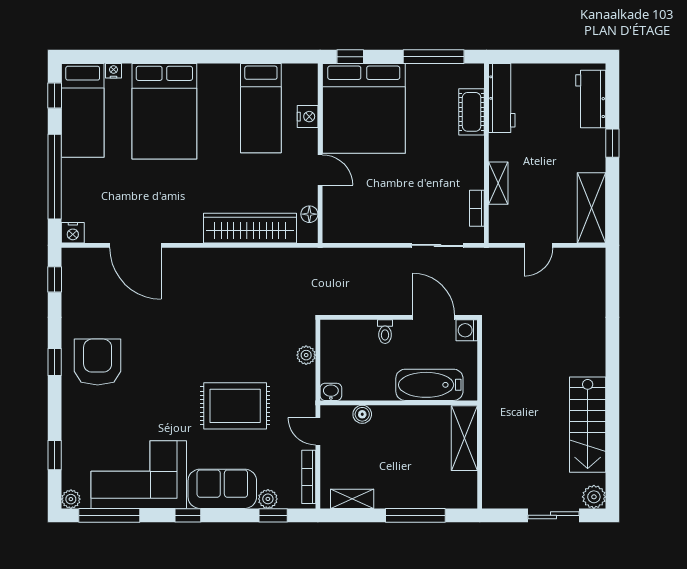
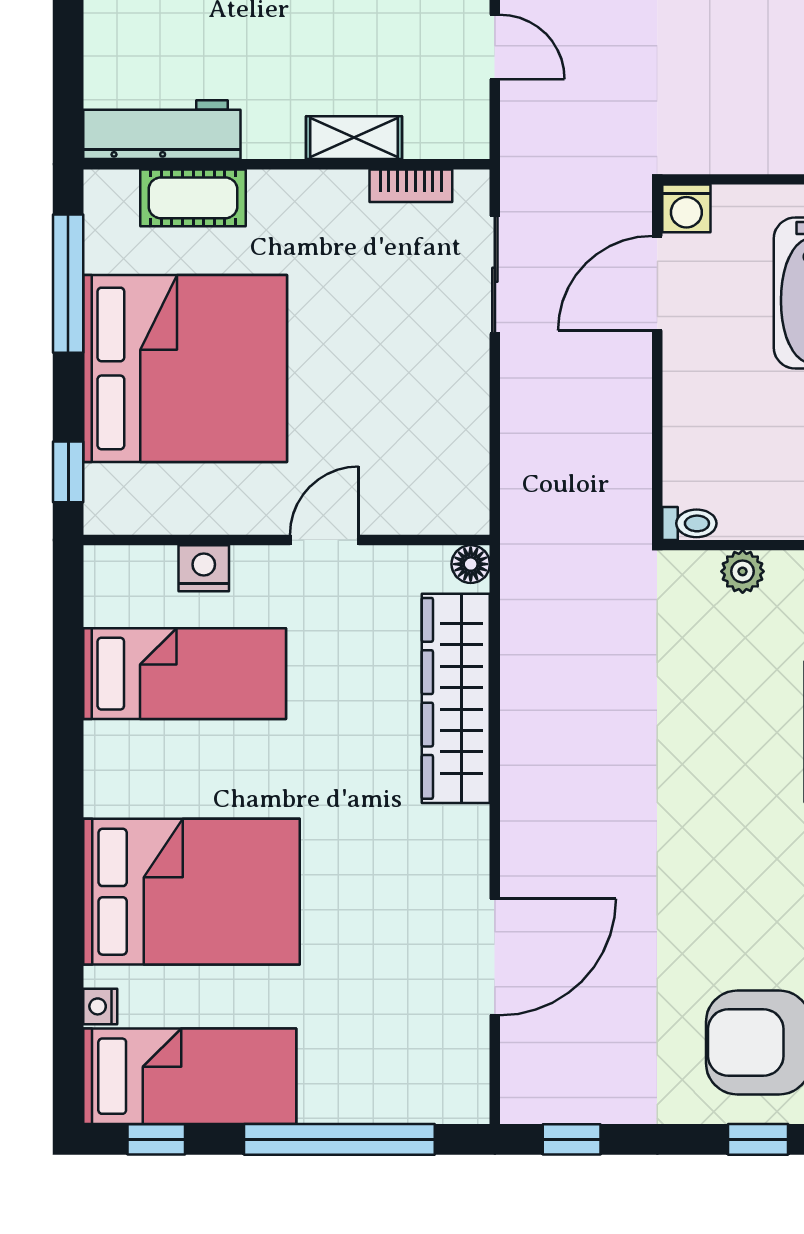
bed: (364, 108) -> (185, 368), moved
floor lamp: (309, 214) -> (471, 564), moved
nightstand: (73, 233) -> (466, 1098), removed
toilet: (385, 332) -> (689, 523), moved

